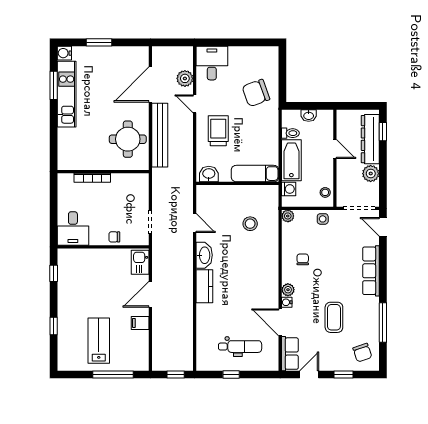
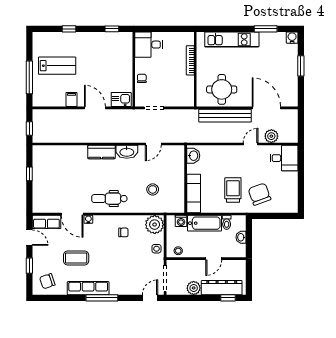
kitchen unit: (67, 94) -> (232, 39), moved
trolley: (218, 131) -> (233, 190), moved, turned -90
plant: (288, 216) -> (155, 225), width x1.88, depth x1.88
row of seats: (371, 271) -> (88, 288), moved
plant: (288, 290) -> (99, 220), removed
door: (280, 322) -> (72, 214), swing flipped
window: (383, 322) -> (102, 298), moved
dental chair: (240, 347) -> (109, 199), moved, turned 90

